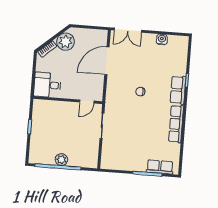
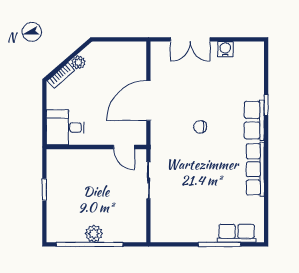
double door: (128, 30) -> (190, 39), moved
plant: (66, 42) -> (78, 62), width x0.53, depth x0.53
door: (107, 61) -> (148, 101), moved
door: (87, 102) -> (124, 147), hinge flipped

